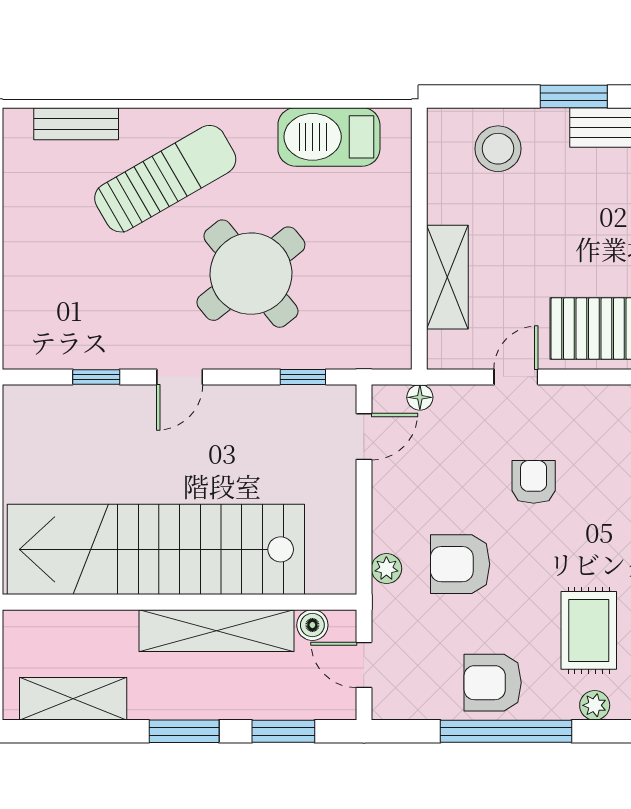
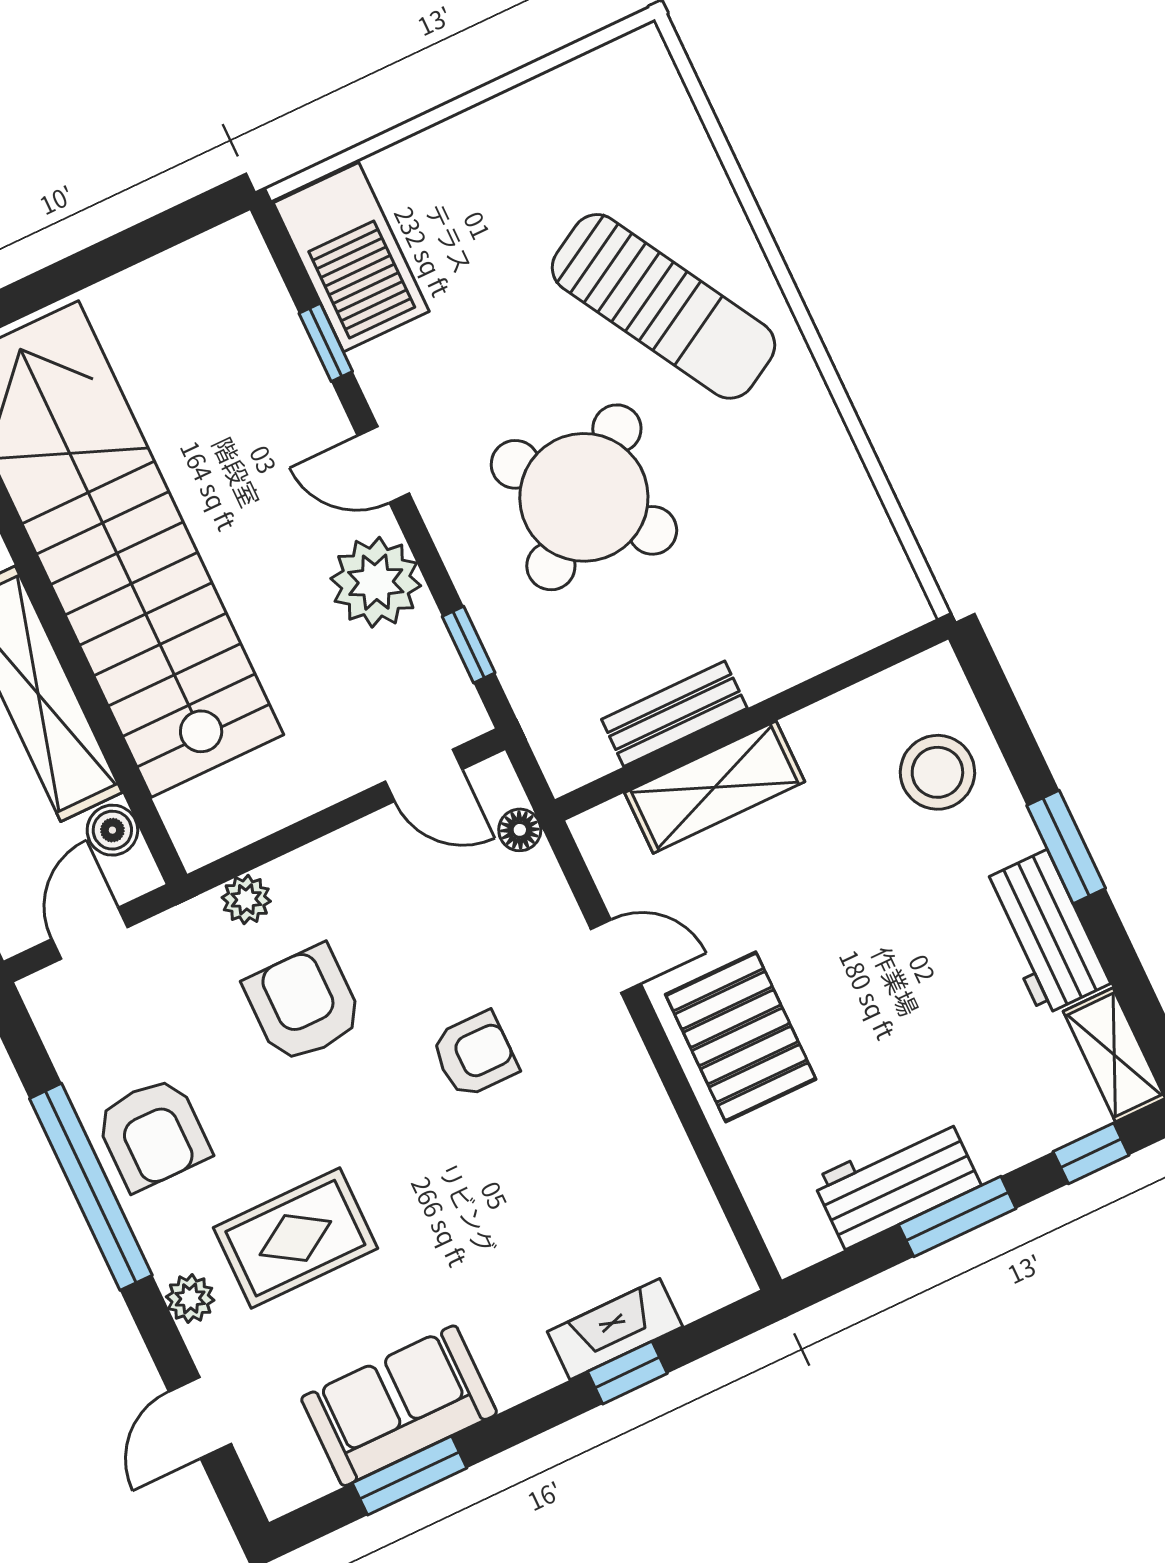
bench: (76, 124) -> (674, 714), moved, turned 90
barbecue: (329, 137) -> (351, 257), moved, turned 180
plant: (243, 412) -> (376, 582), added
armchair: (493, 683) -> (153, 1134), turned 180

